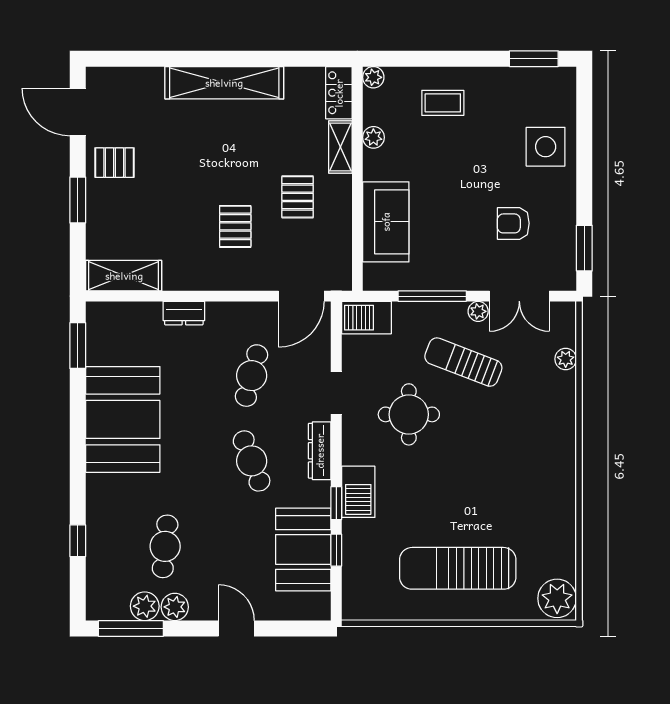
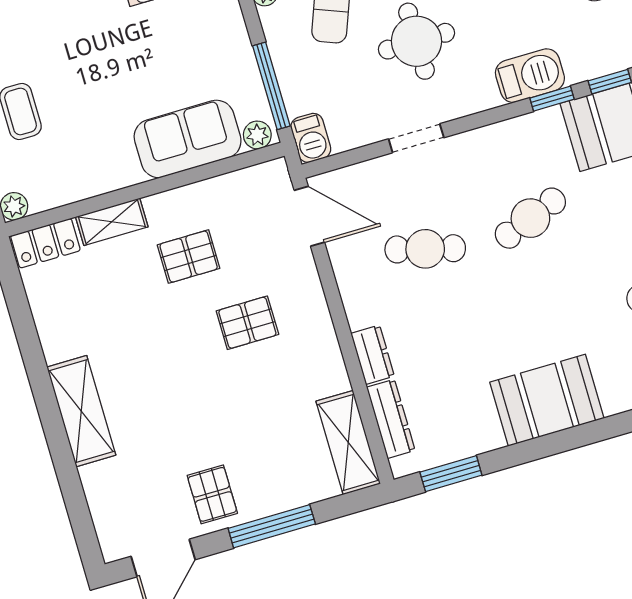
shelving: (224, 83) -> (81, 411), width x0.68
plant: (373, 137) -> (257, 135), moved
window: (78, 200) -> (272, 526), width x1.44
window: (432, 296) -> (271, 86), moved
barbecue: (366, 318) -> (311, 138), width x0.73, depth x0.79
booth: (123, 419) -> (547, 400), width x0.73, depth x0.70
dresser: (320, 451) -> (391, 419), moved, turned -90

